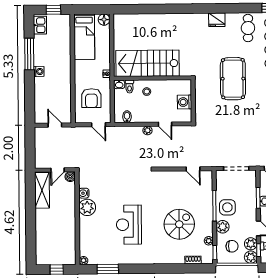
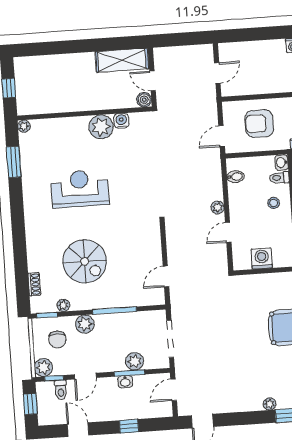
side table: (227, 207) -> (113, 329), removed
plant: (251, 244) -> (135, 361), moved

